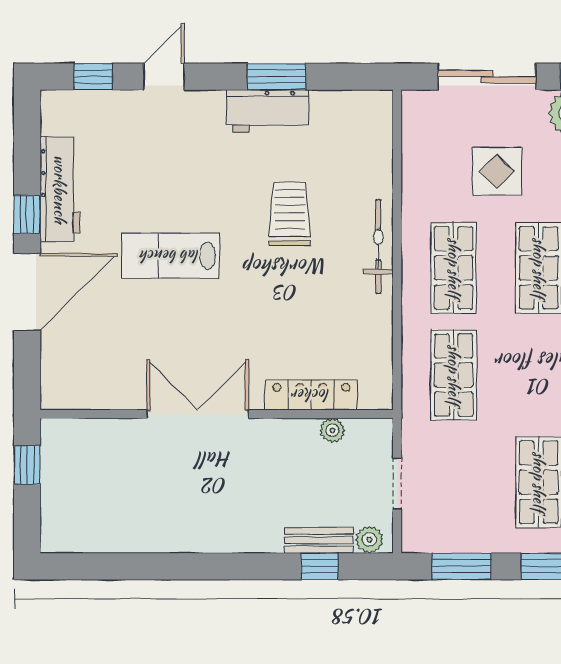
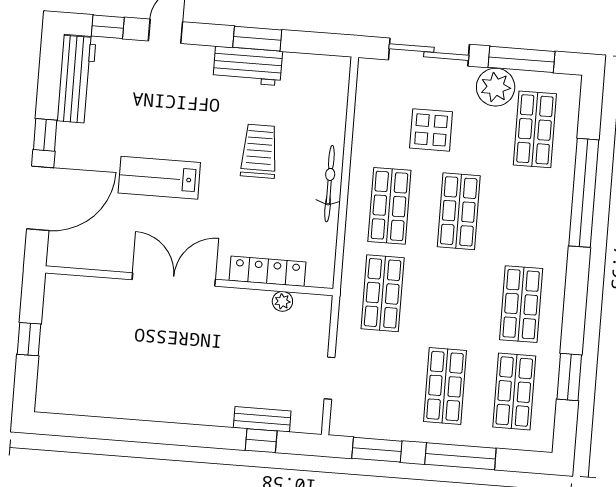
workbench: (60, 189) -> (76, 79), moved
locker: (311, 395) -> (268, 271), moved
double door: (198, 414) -> (174, 280), moved
wall: (217, 414) -> (189, 281), moved
plant: (332, 430) -> (282, 301), moved
plant: (369, 540) -> (303, 422), removed

